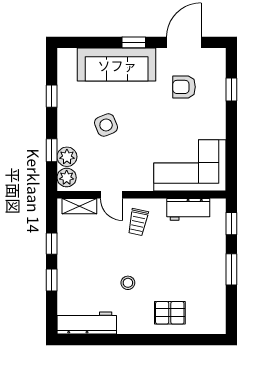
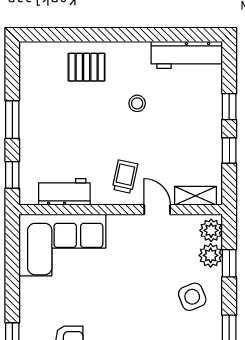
side table: (106, 125) -> (192, 297), moved

